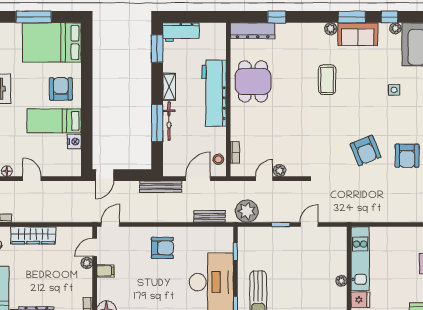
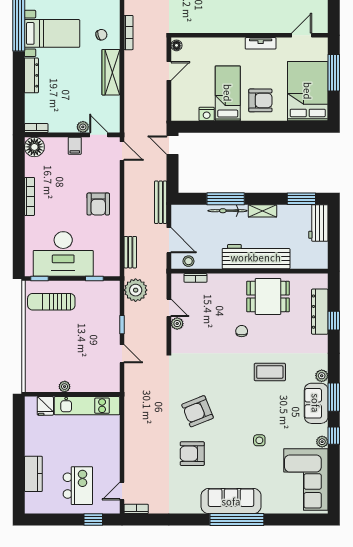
dresser: (253, 31) -> (320, 312), moved
chair: (287, 107) -> (242, 331), added

